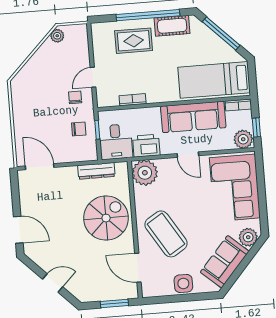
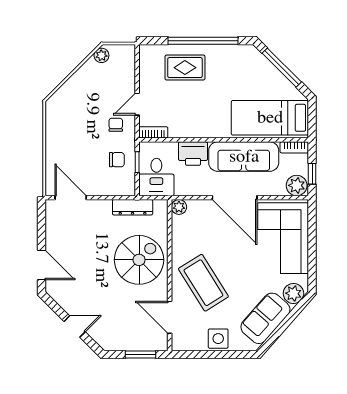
cot: (172, 26) -> (229, 55), removed
bookcase: (133, 100) -> (153, 132), moved
printer: (146, 146) -> (193, 154), moved, turned 180
door: (188, 155) -> (235, 198), width x1.87
plant: (145, 173) -> (179, 207), width x0.53, depth x0.53

